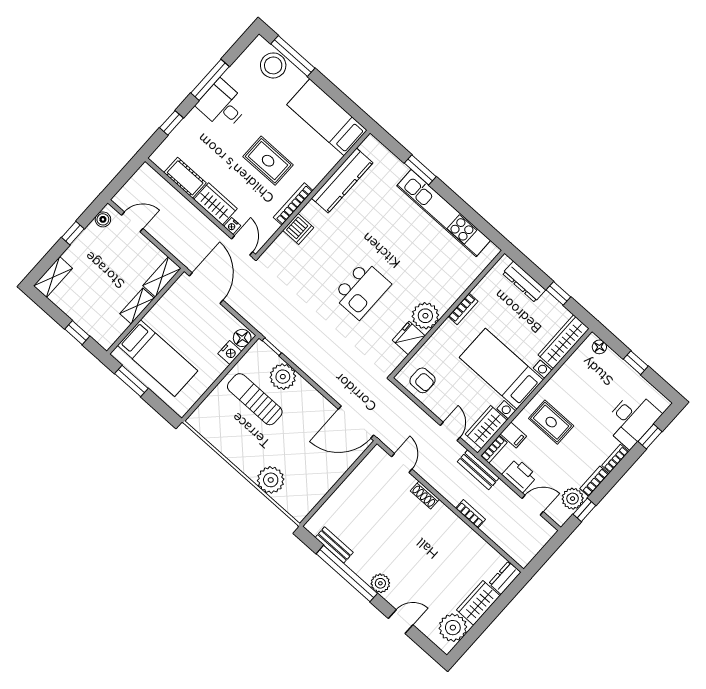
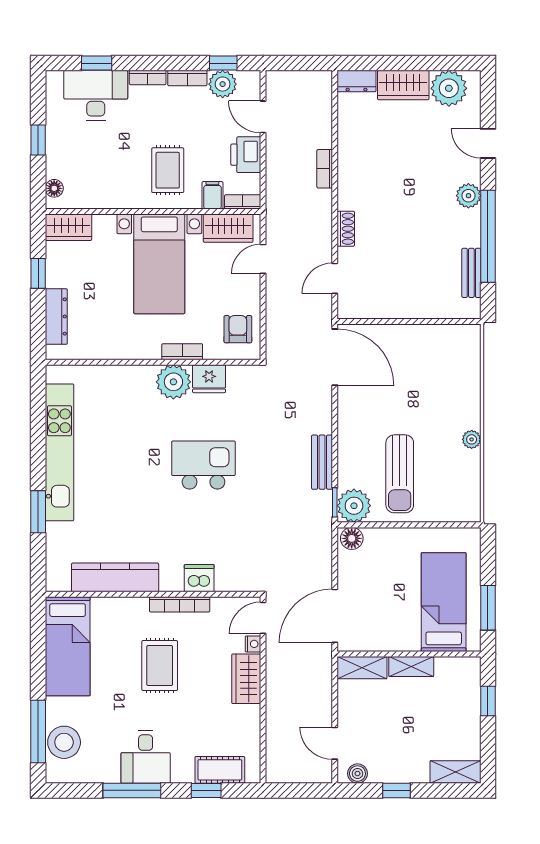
cot: (185, 178) -> (220, 770), moved, turned 90
bookcase: (463, 309) -> (182, 352), moved
wardrobe: (564, 342) -> (68, 227), width x0.67
nightstand: (230, 352) -> (376, 538), removed
plant: (283, 377) -> (354, 506), moved
bench: (478, 470) -> (322, 462), moved
plant: (271, 480) -> (472, 439), moved, width x0.53, depth x0.53

